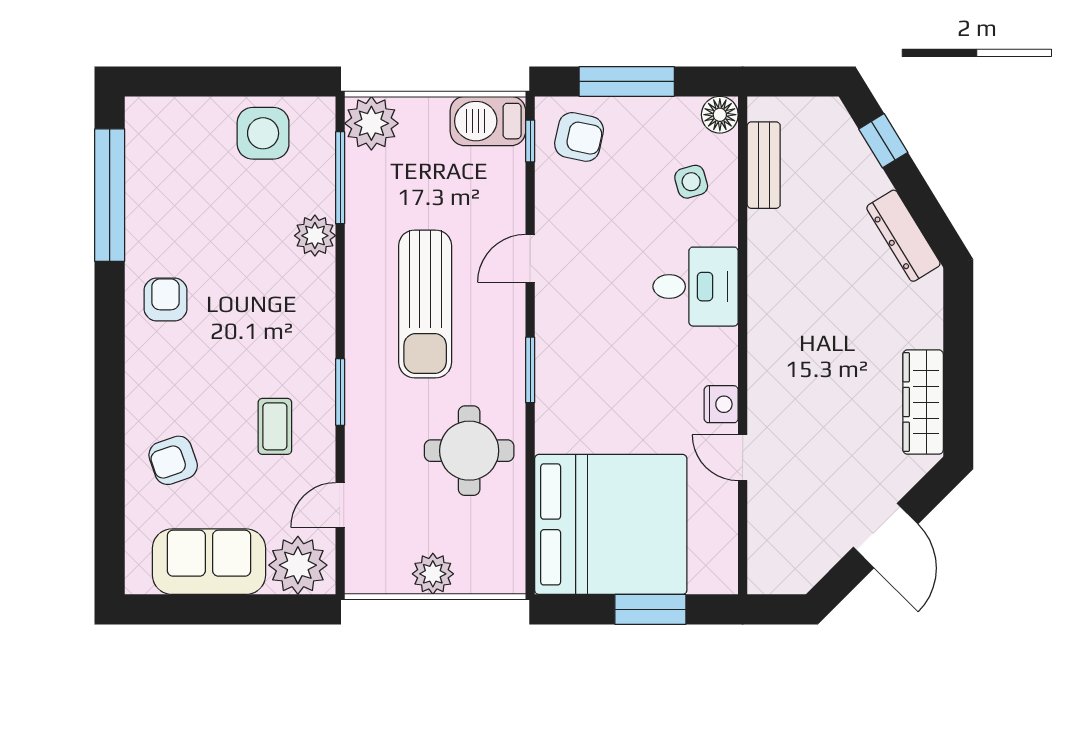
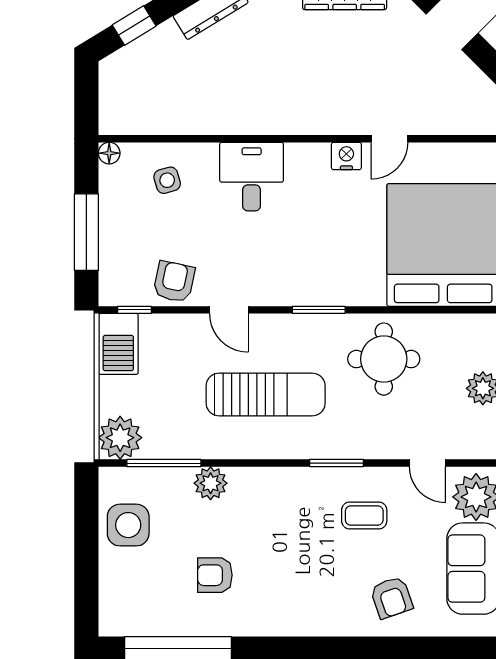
floor lamp: (720, 115) -> (109, 153), width x0.73, depth x0.73
armchair: (579, 137) -> (174, 282), moved
bench: (764, 165) -> (154, 122), removed
armchair: (166, 300) -> (215, 575), moved

